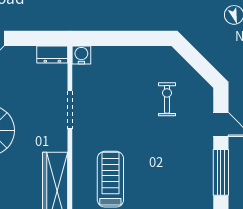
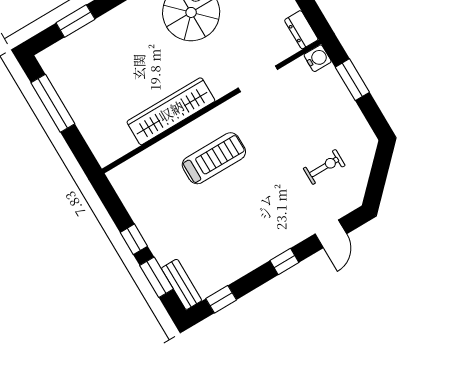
window: (113, 38) -> (352, 80), added
window: (221, 172) -> (284, 262), width x0.46

